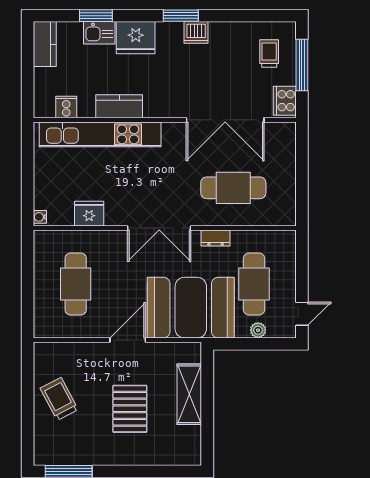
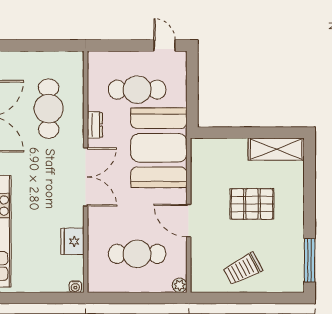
plant: (258, 330) -> (180, 285), moved
door: (128, 340) -> (189, 221), moved
shelving: (189, 394) -> (276, 149), moved

